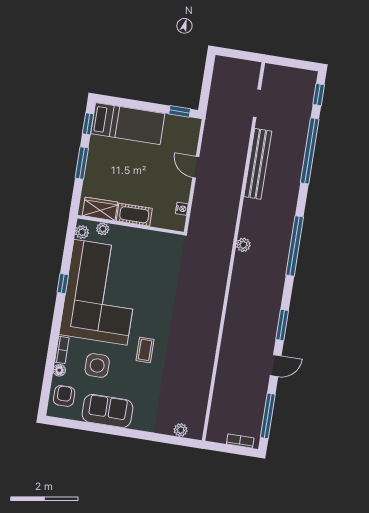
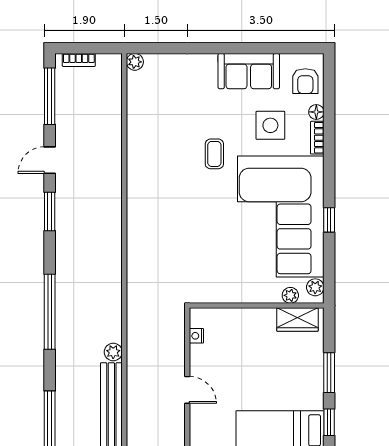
cot: (134, 215) -> (254, 319), removed
plant: (243, 245) -> (113, 352), moved
plant: (181, 430) -> (135, 62), moved

